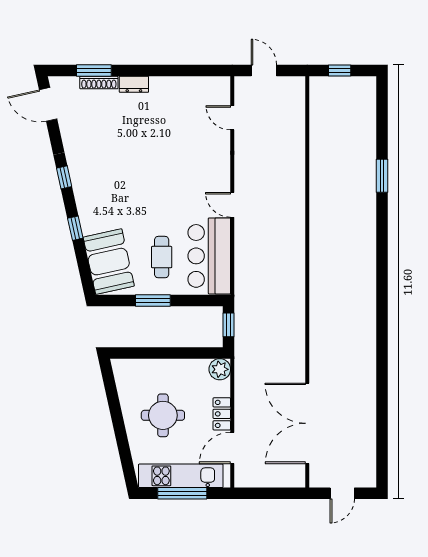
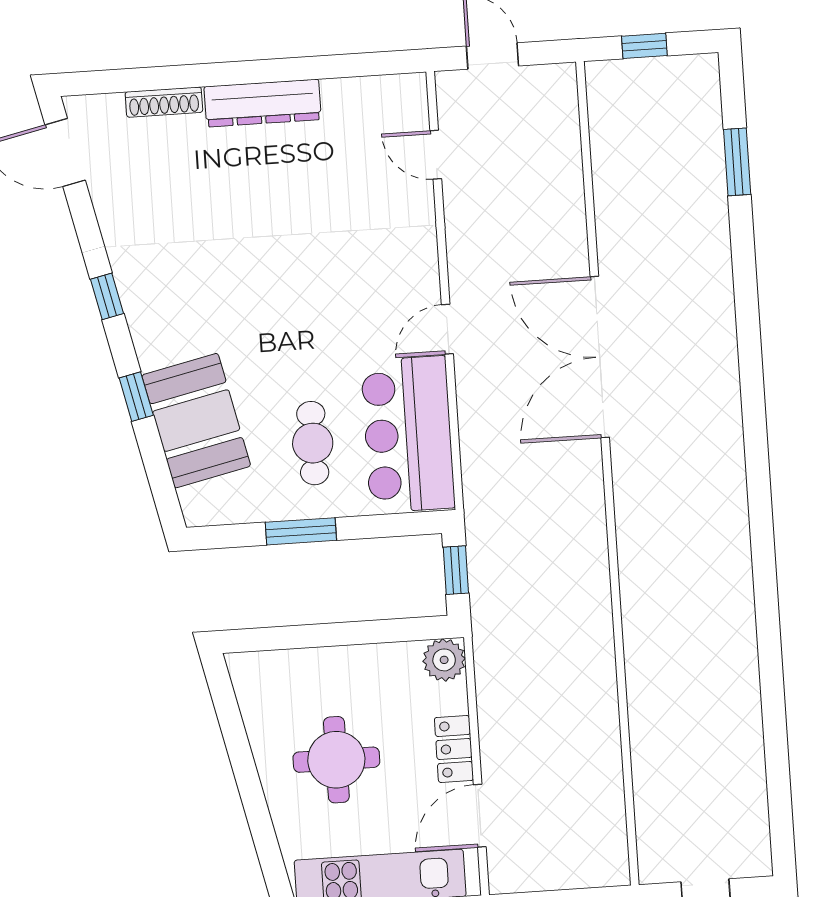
window: (94, 70) -> (152, 79), removed
dresser: (134, 84) -> (263, 103), width x1.96, depth x1.24
window: (382, 176) -> (737, 162), moved
door: (232, 205) -> (447, 329), hinge flipped
booth: (109, 262) -> (196, 421), moved
double door: (307, 423) -> (600, 357), moved

